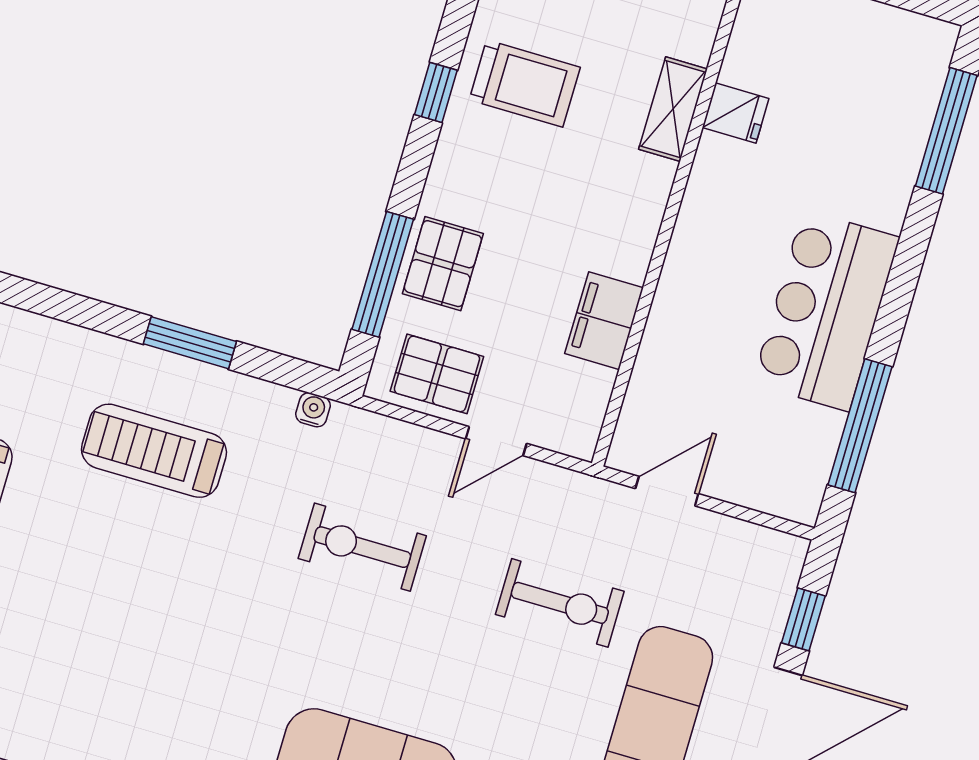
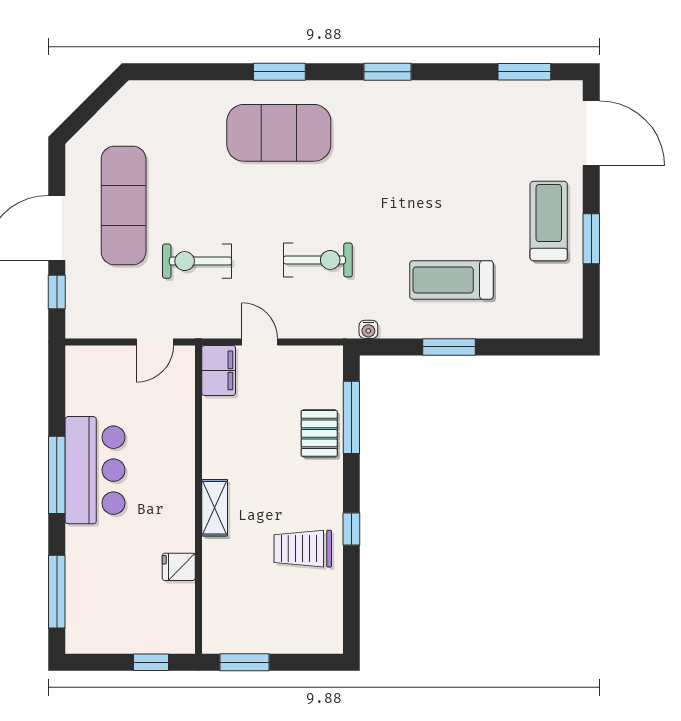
shelving: (673, 109) -> (215, 508), moved
filing cabinet: (604, 321) -> (219, 370), moved
pallet: (437, 374) -> (304, 370), removed
window: (860, 426) -> (57, 475), moved
door: (496, 441) -> (260, 342), hinge flipped
treadmill: (154, 451) -> (451, 280), turned 180

